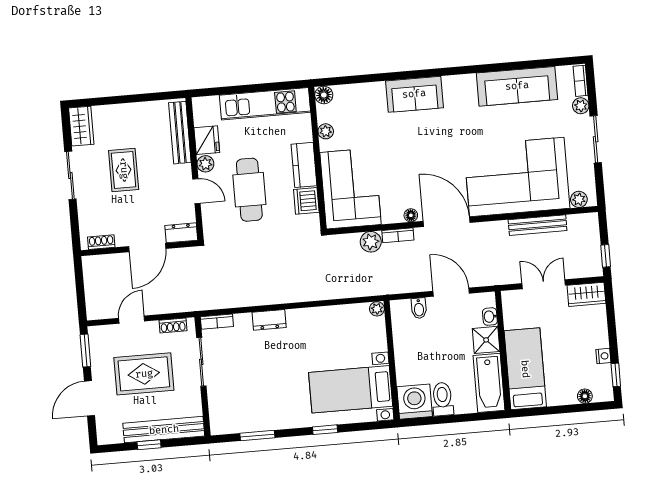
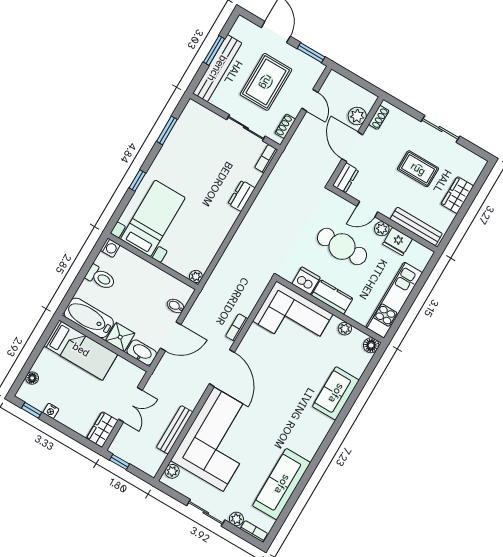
sofa: (414, 94) -> (336, 393), moved
wardrobe: (81, 126) -> (457, 195), moved, turned 90
floor lamp: (411, 215) -> (244, 346), removed
door: (447, 222) -> (222, 368), hinge flipped
plant: (371, 242) -> (357, 116), moved
washbasin: (490, 317) -> (142, 352), width x1.91, depth x1.45
washing machine: (415, 402) -> (110, 248), width x0.53, depth x0.53
window: (149, 445) -> (214, 50), width x1.50

